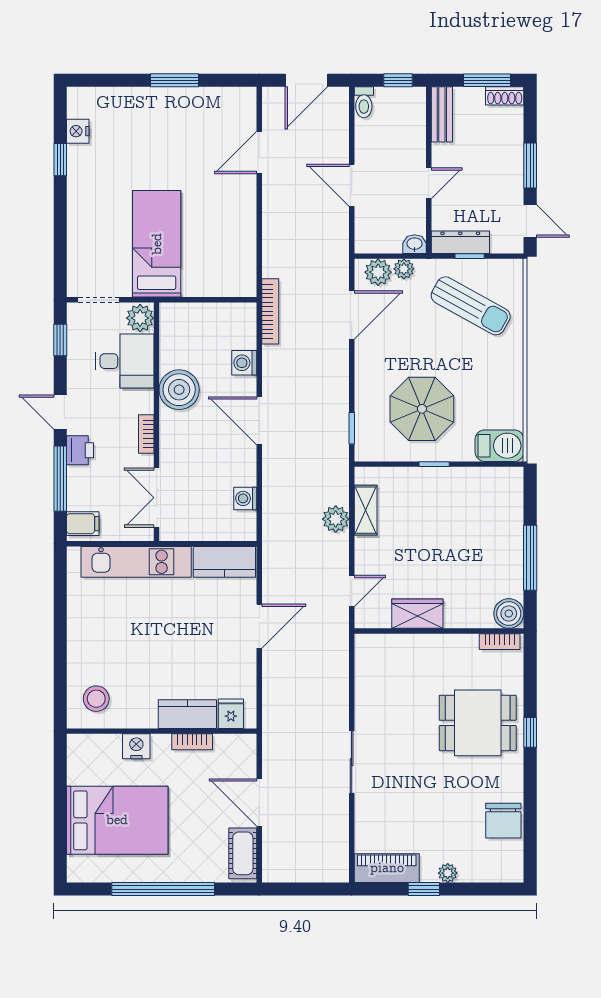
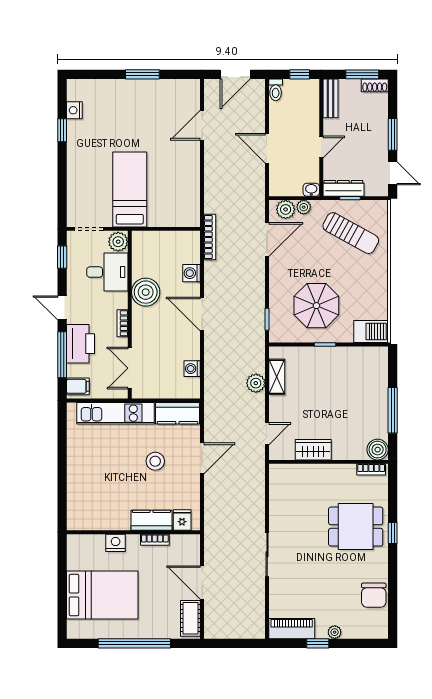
printer: (80, 450) -> (80, 344), width x1.87, depth x1.48
stool: (96, 699) -> (155, 461), moved

